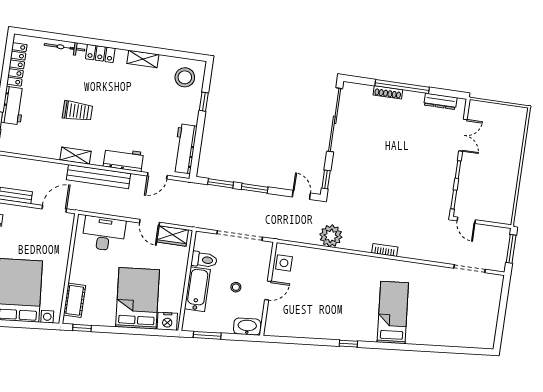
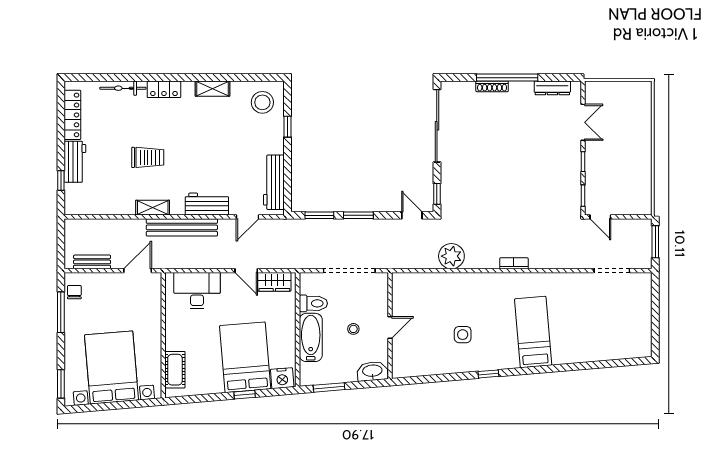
side table: (284, 263) -> (463, 335), moved
window: (82, 328) -> (245, 395), moved

